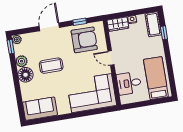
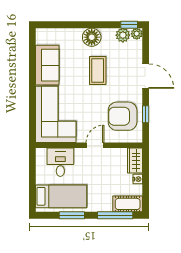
window: (164, 33) -> (115, 215), width x2.17
armchair: (84, 40) -> (123, 116), turned 90
plant: (22, 61) -> (123, 35), moved
window: (170, 67) -> (72, 215), added
sofa: (40, 109) -> (47, 65), moved

